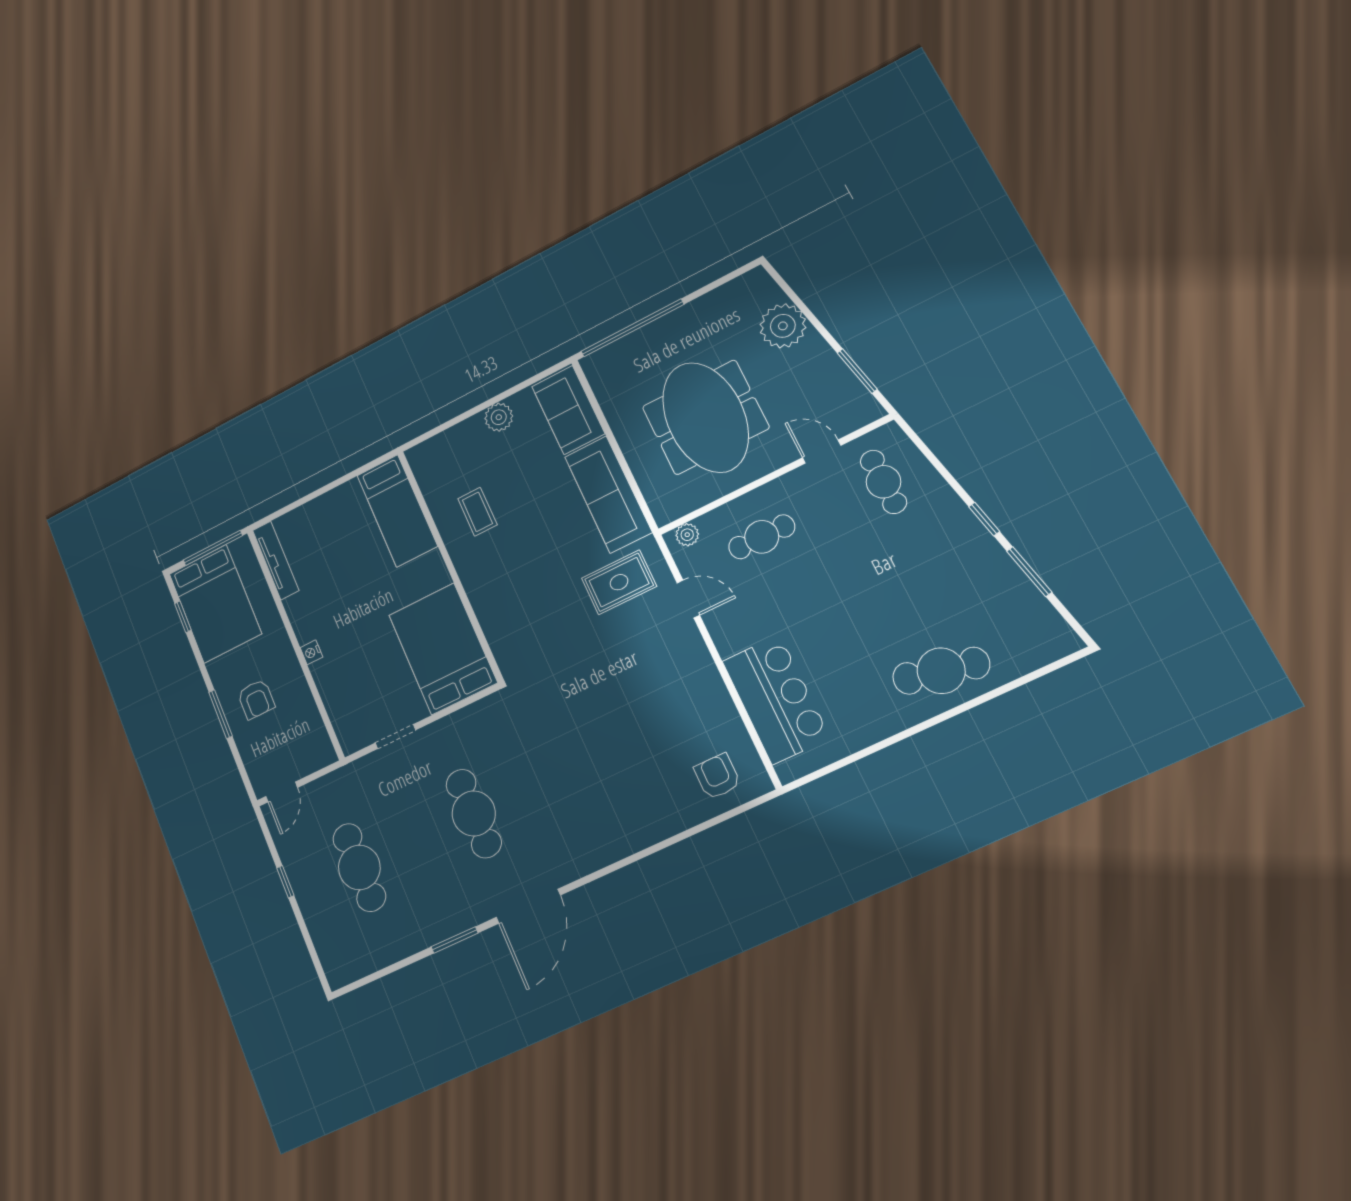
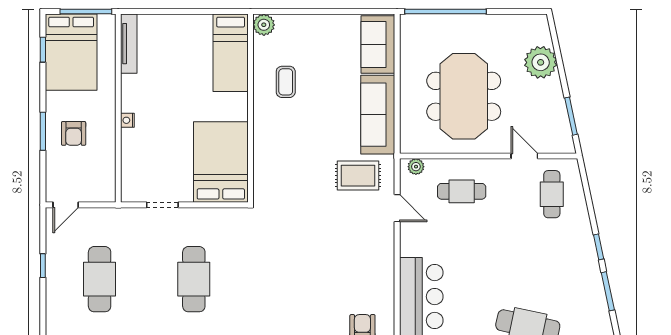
plant: (499, 417) -> (264, 25), moved

